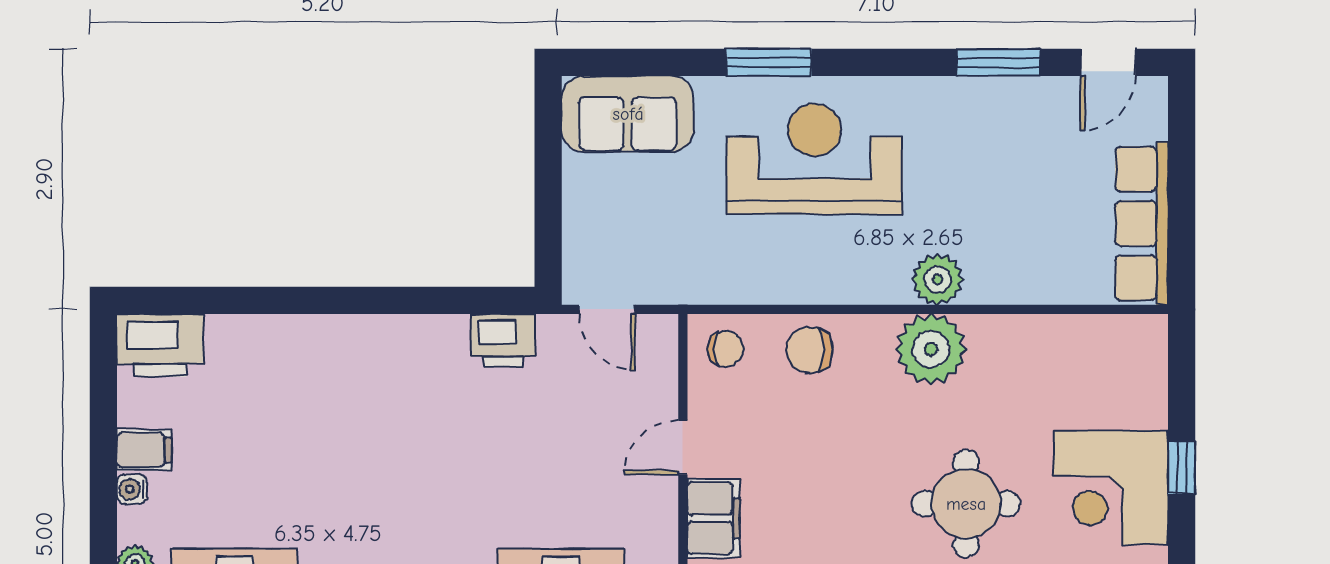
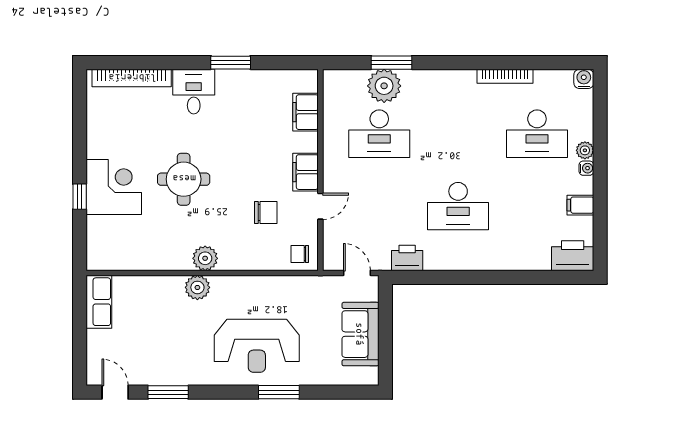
door: (1108, 62) -> (115, 392), hinge flipped
sofa: (628, 114) -> (360, 334), moved, turned -90
row of seats: (1142, 224) -> (99, 302), width x0.68
plant: (931, 349) -> (205, 258), width x0.73, depth x0.73
chair: (810, 350) -> (266, 213), moved
desk: (398, 448) -> (458, 206), added
water cooler: (132, 489) -> (586, 168), moved

